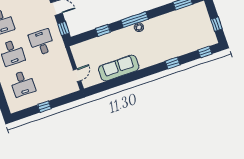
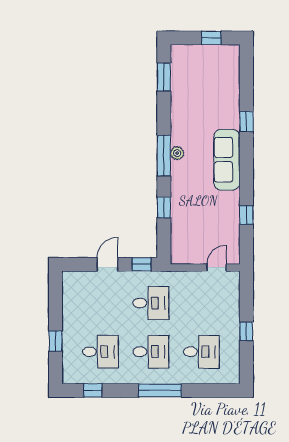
desk: (42, 42) -> (151, 303), turned 180
window: (205, 52) -> (246, 215), moved
sofa: (119, 68) -> (227, 160), moved
door: (77, 75) -> (217, 268), hinge flipped

